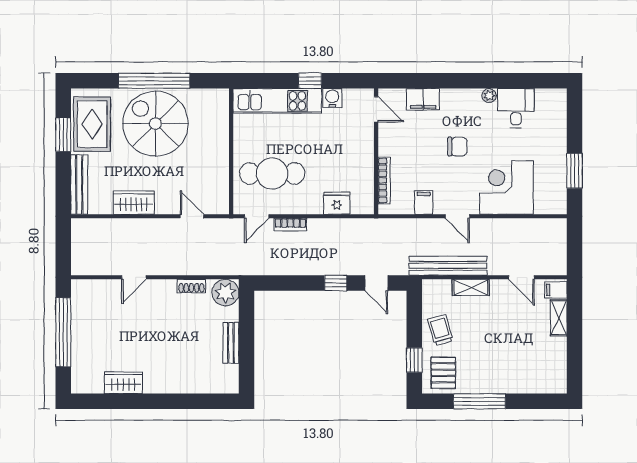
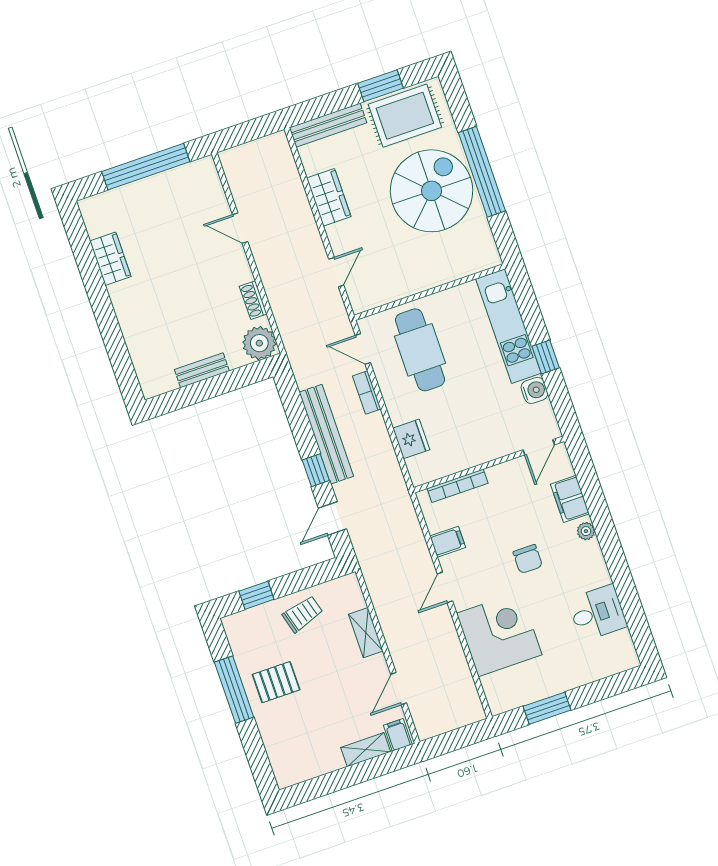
plant: (489, 96) -> (586, 531), moved
bench: (448, 266) -> (326, 434), moved
pallet: (443, 373) -> (276, 682), moved

